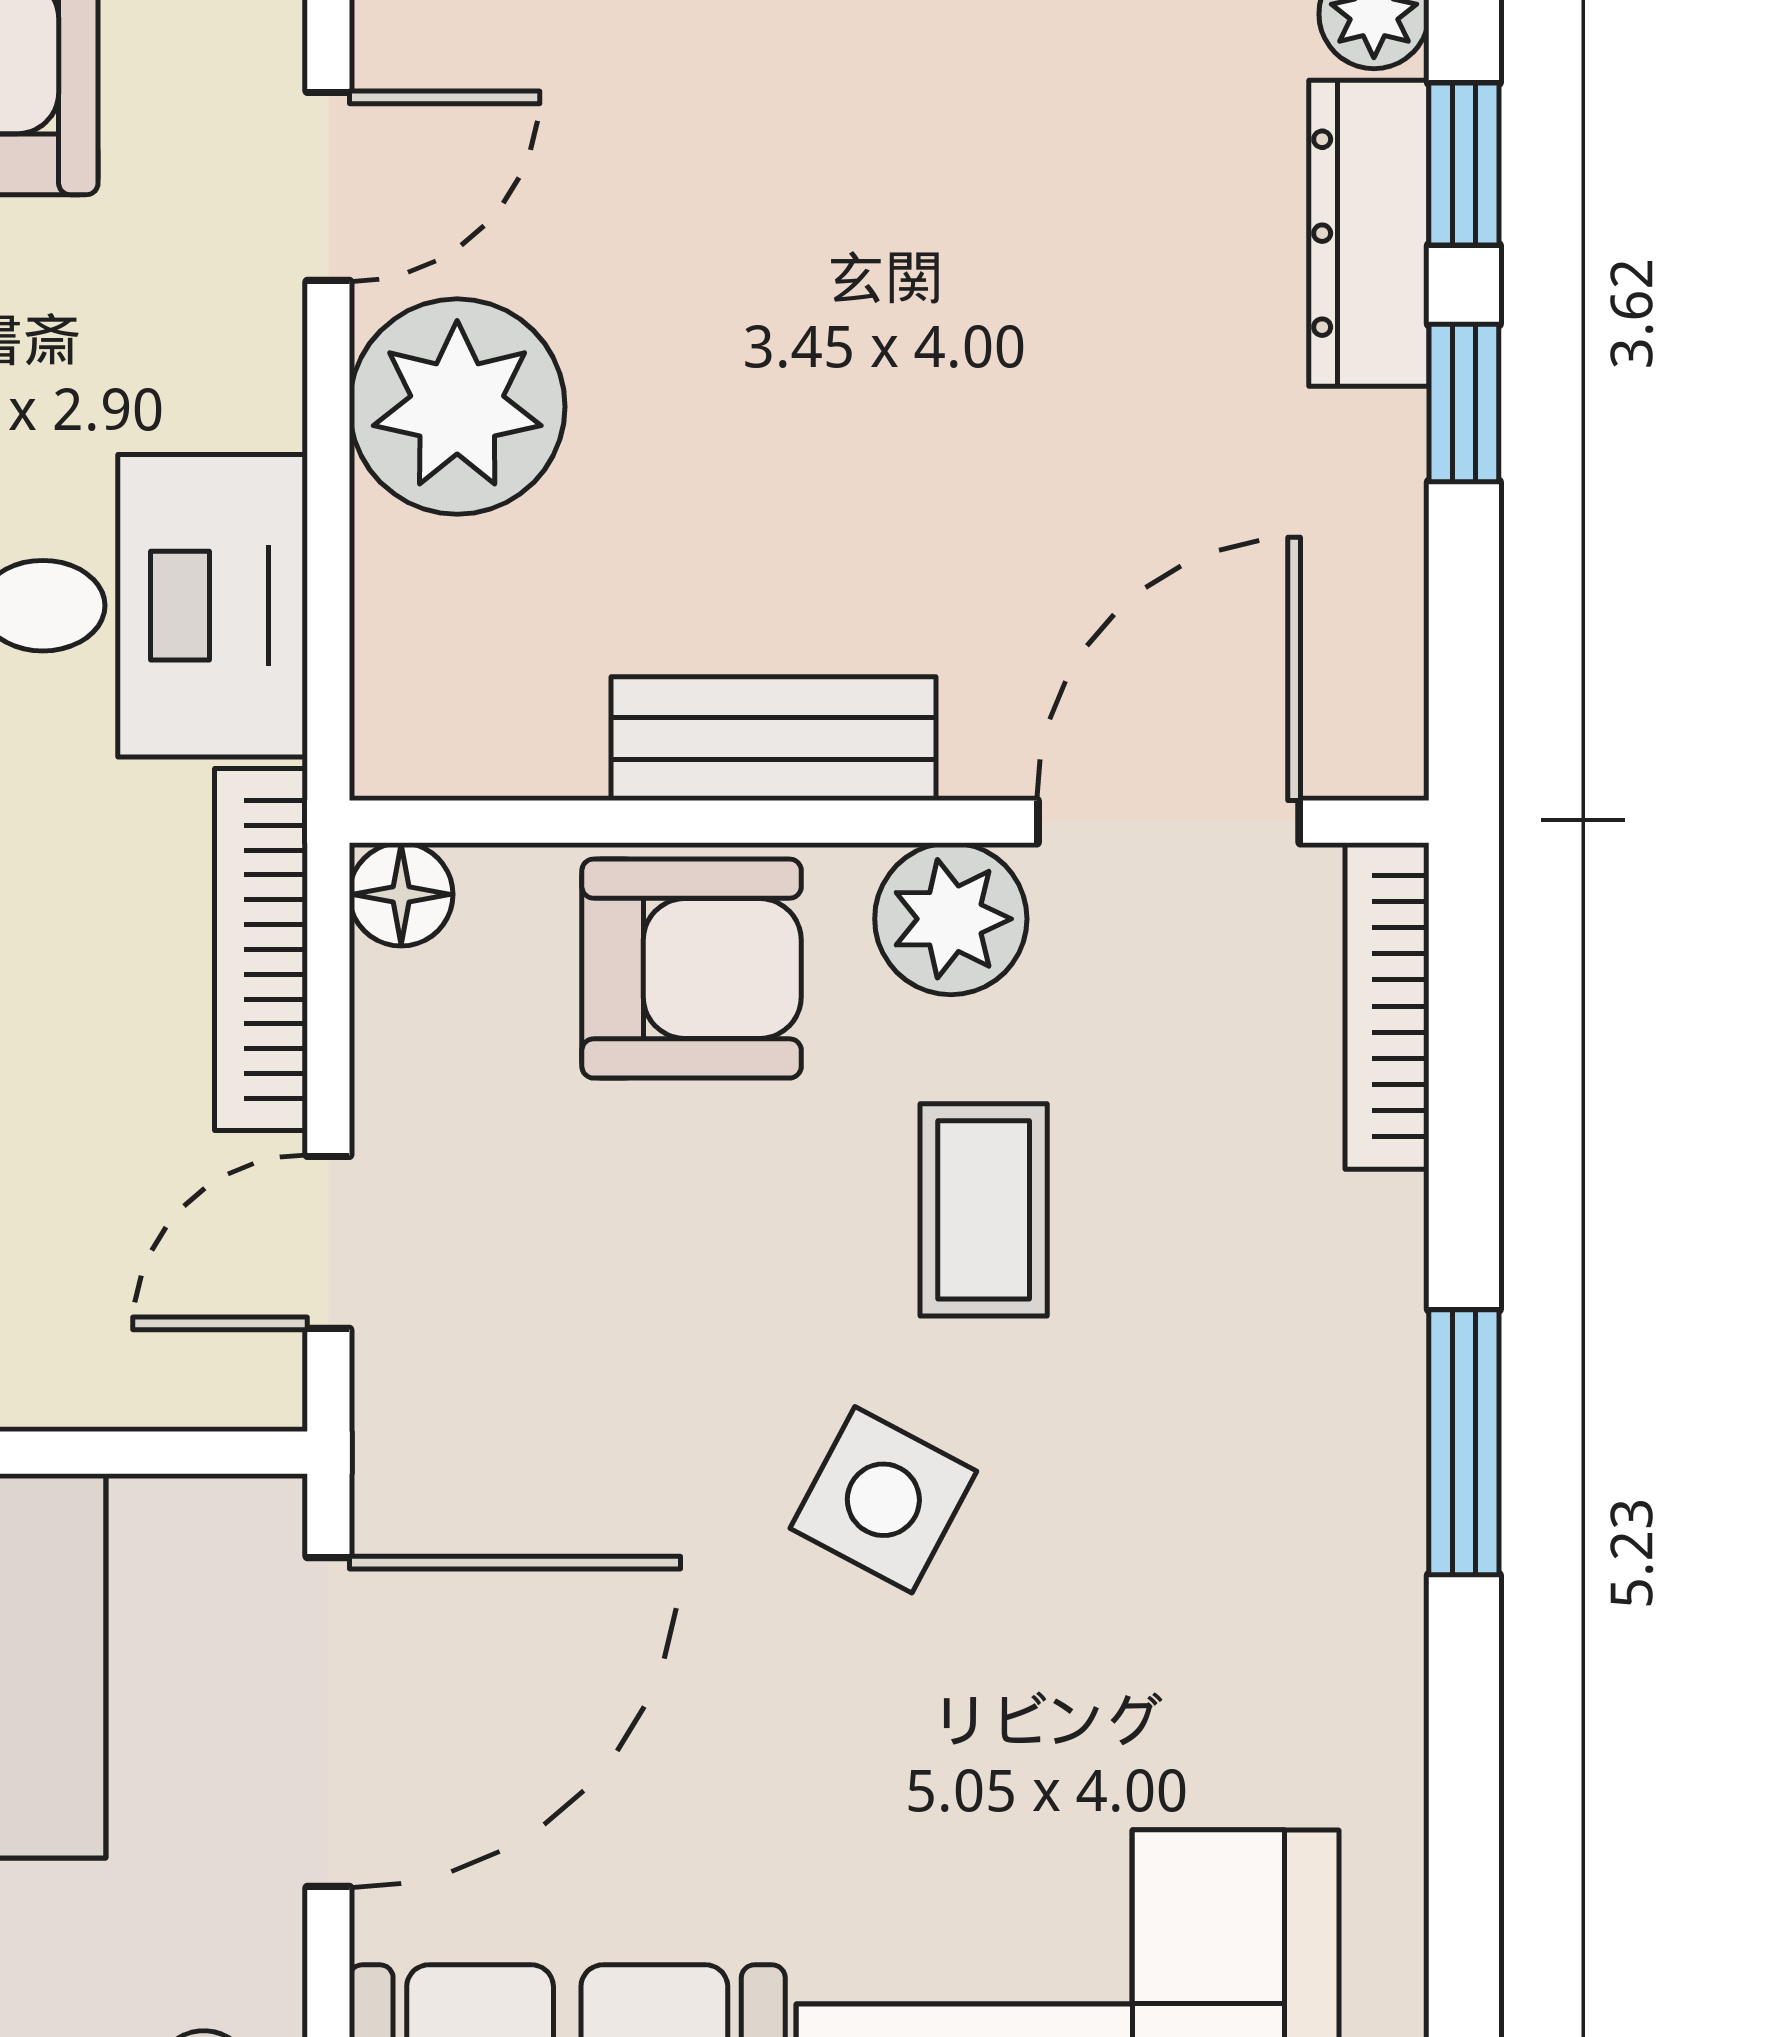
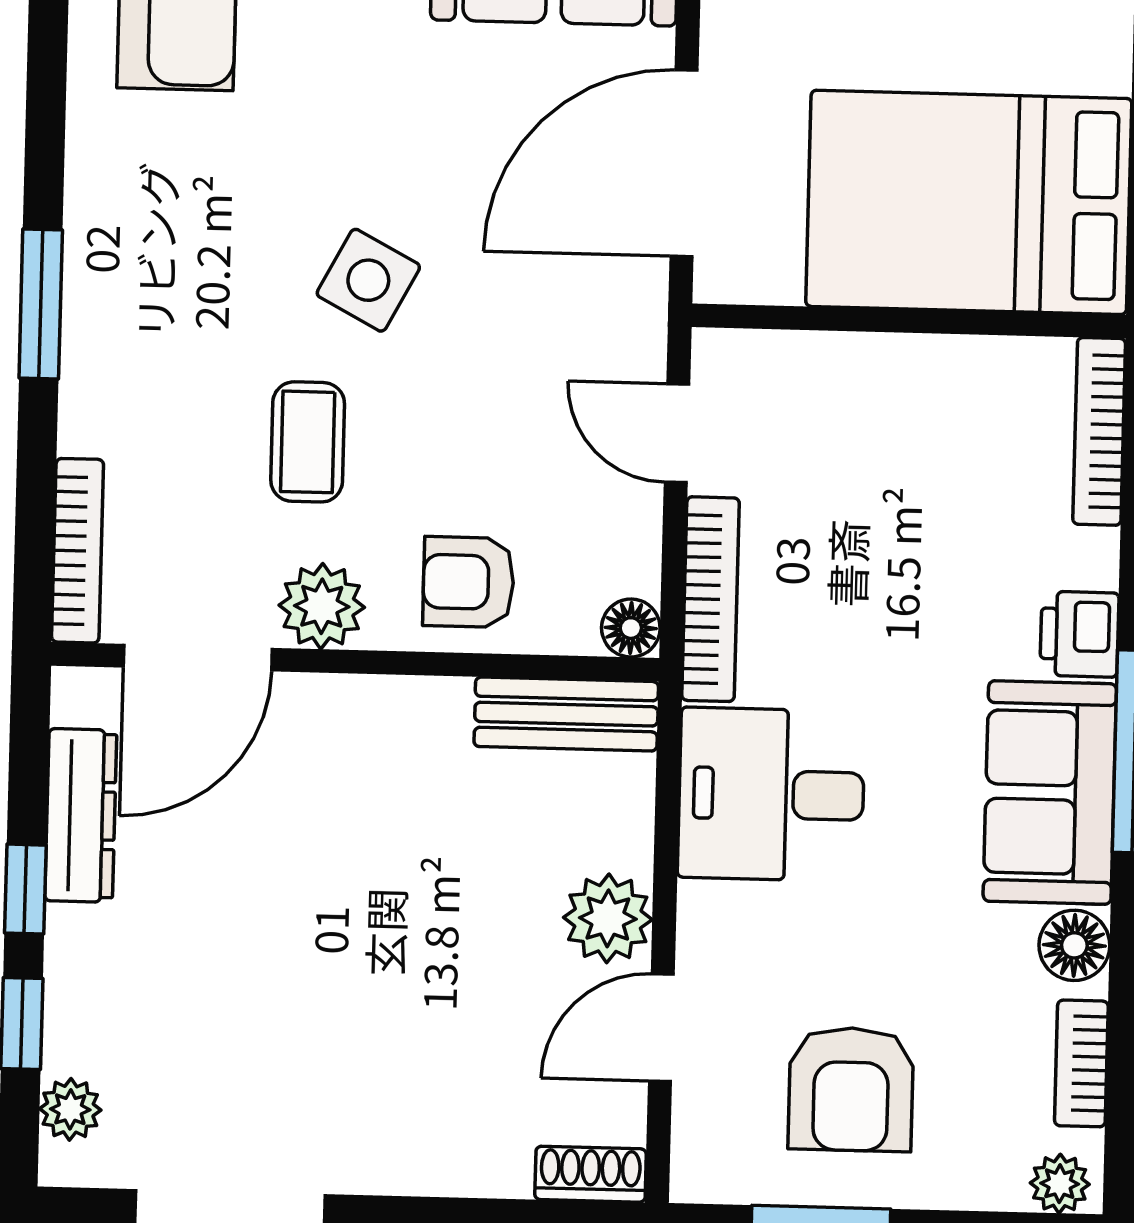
dresser: (1369, 233) -> (81, 815), moved
plant: (457, 407) -> (608, 918), width x0.73, depth x0.73
bench: (774, 739) -> (566, 714), moved
armchair: (692, 969) -> (468, 582), width x0.72, depth x0.72
door: (328, 1242) -> (677, 433), swing flipped

